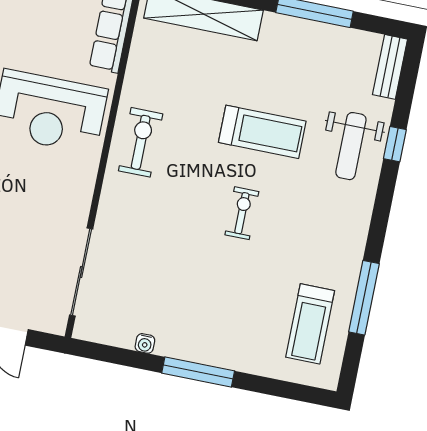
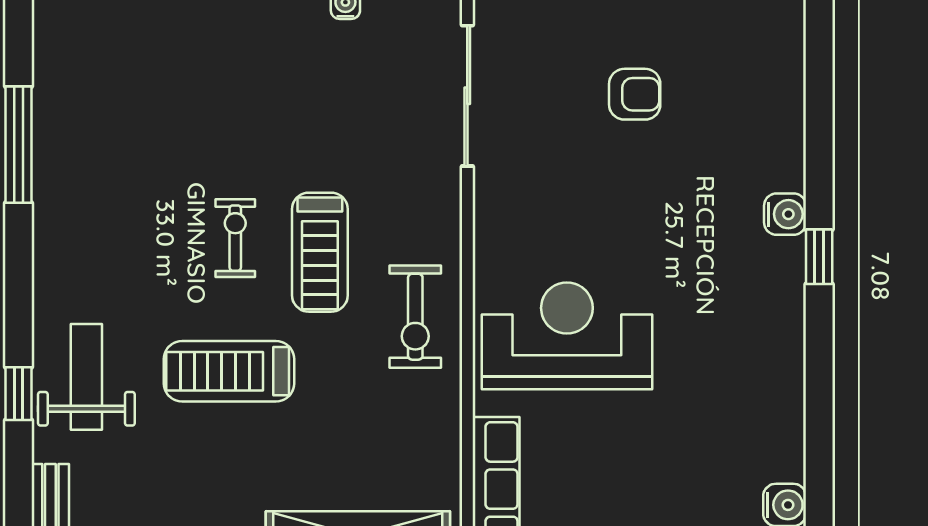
exercise bike: (242, 213) -> (235, 238), turned 180
treadmill: (310, 324) -> (320, 252), moved, turned 180

